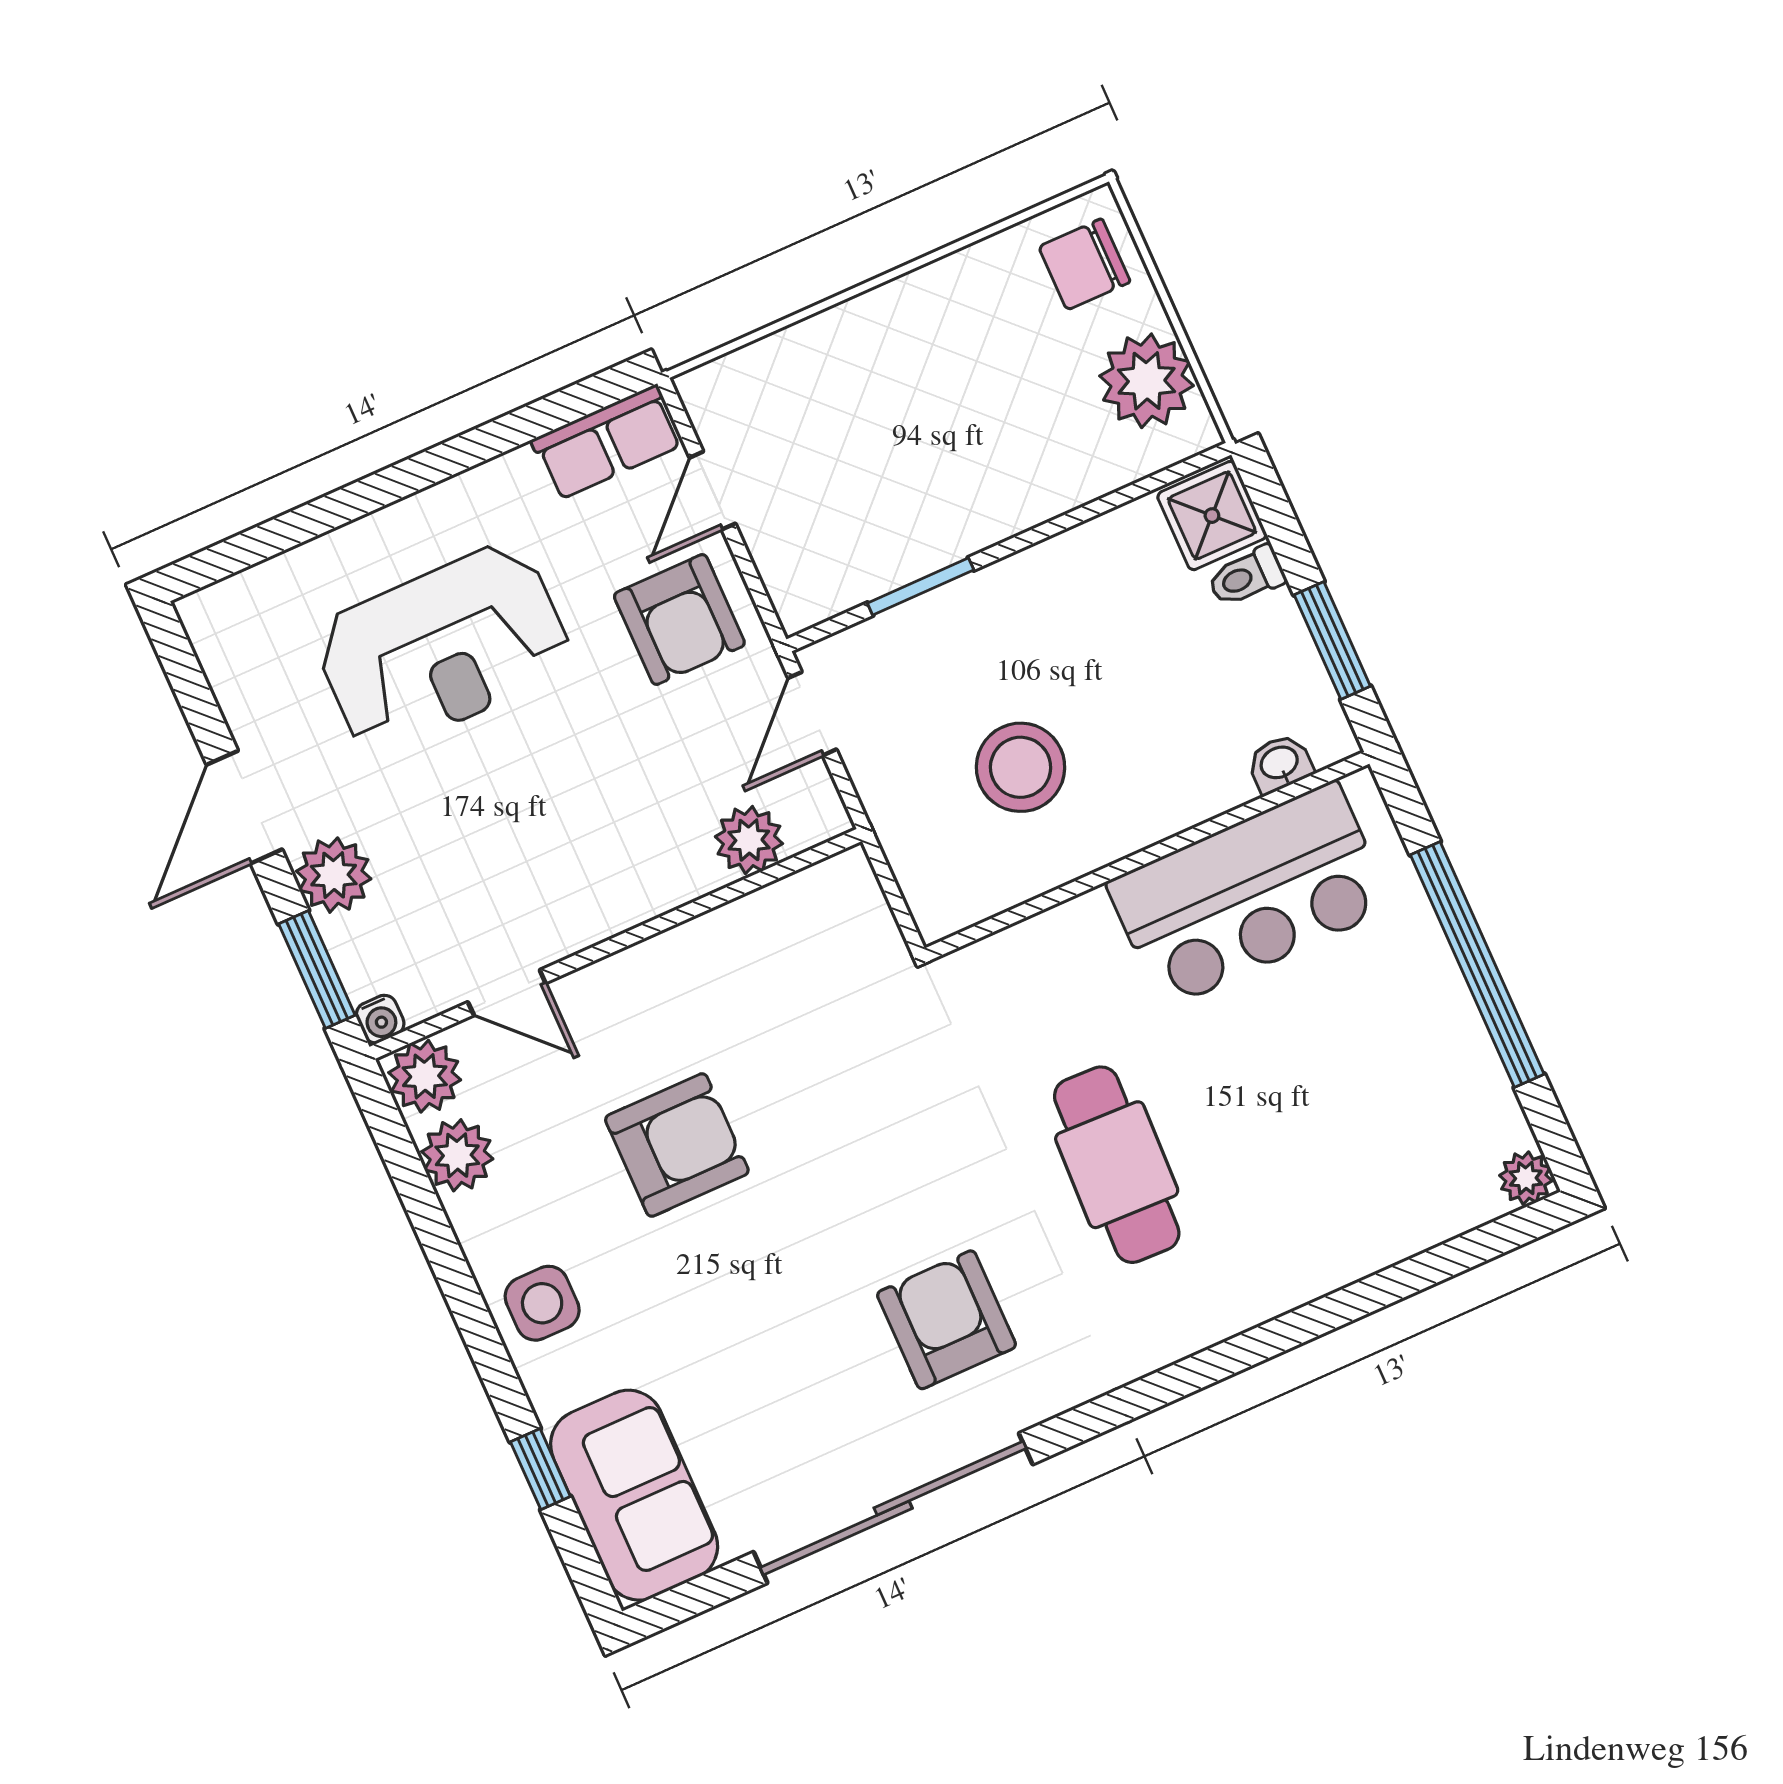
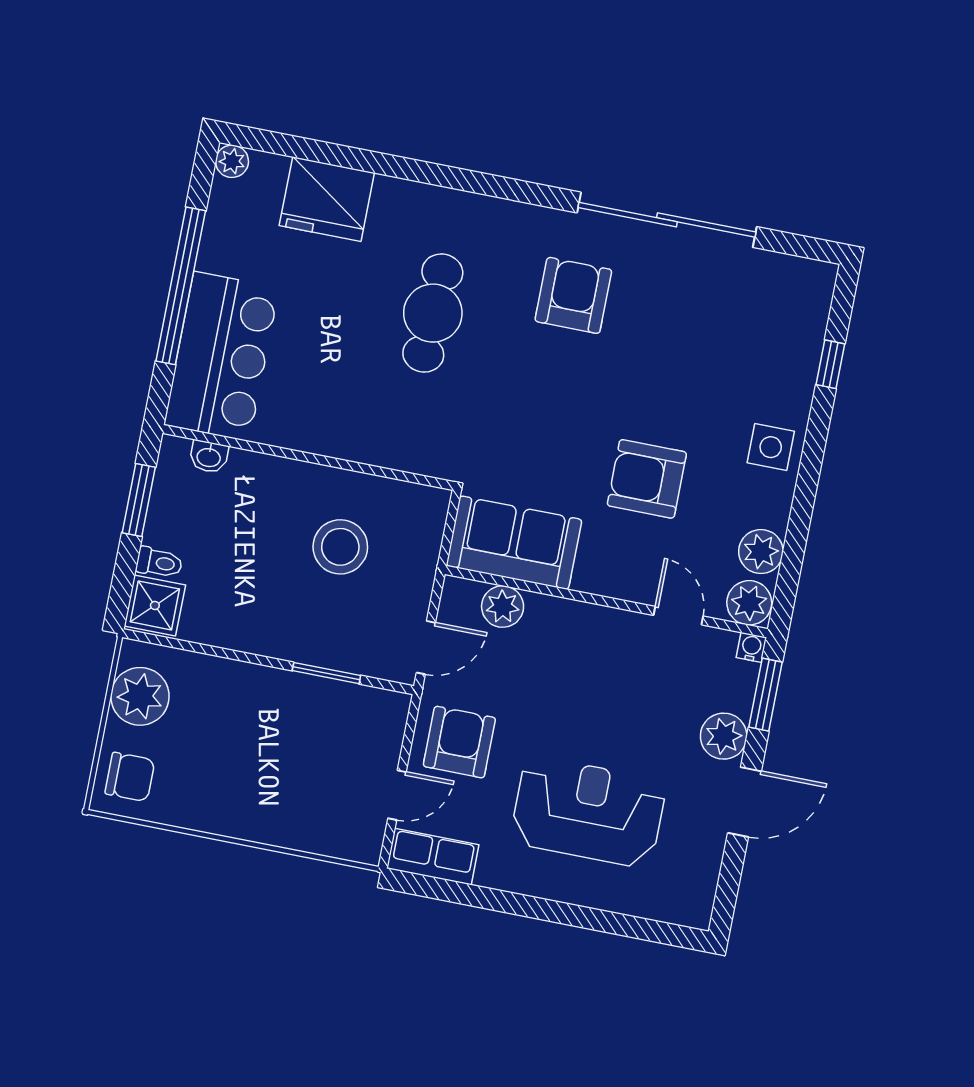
bar counter: (1249, 895) -> (222, 356), moved, turned 90
fridge: (1364, 1217) -> (327, 199), added
armchair: (946, 1320) -> (573, 295), turned 180
sofa: (634, 1495) -> (514, 543), moved, turned 90

